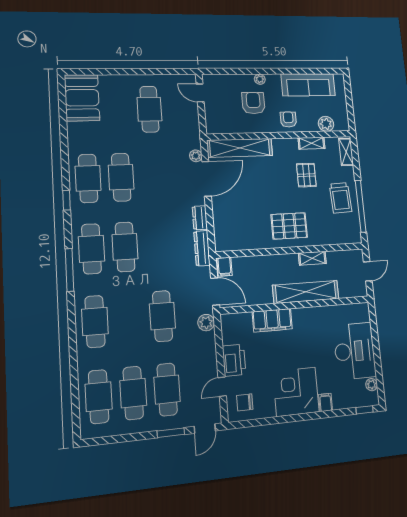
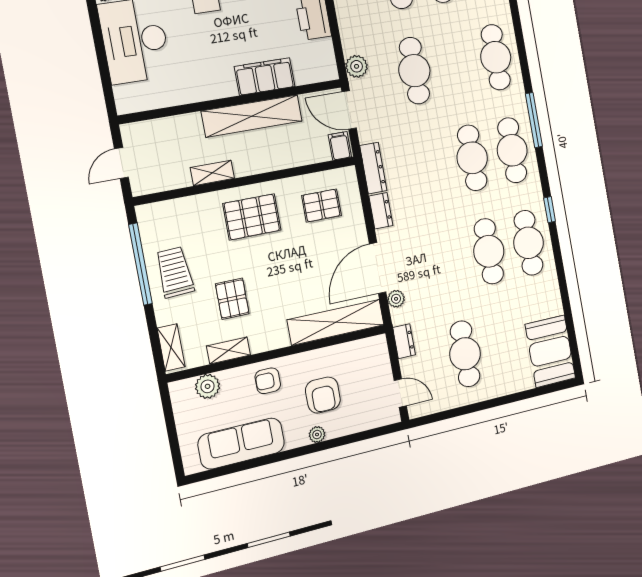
armchair: (288, 119) -> (268, 381), turned 90
dresser: (193, 126) -> (404, 341), added
pallet: (242, 227) -> (322, 206), added
shelving: (306, 292) -> (252, 116), moved

